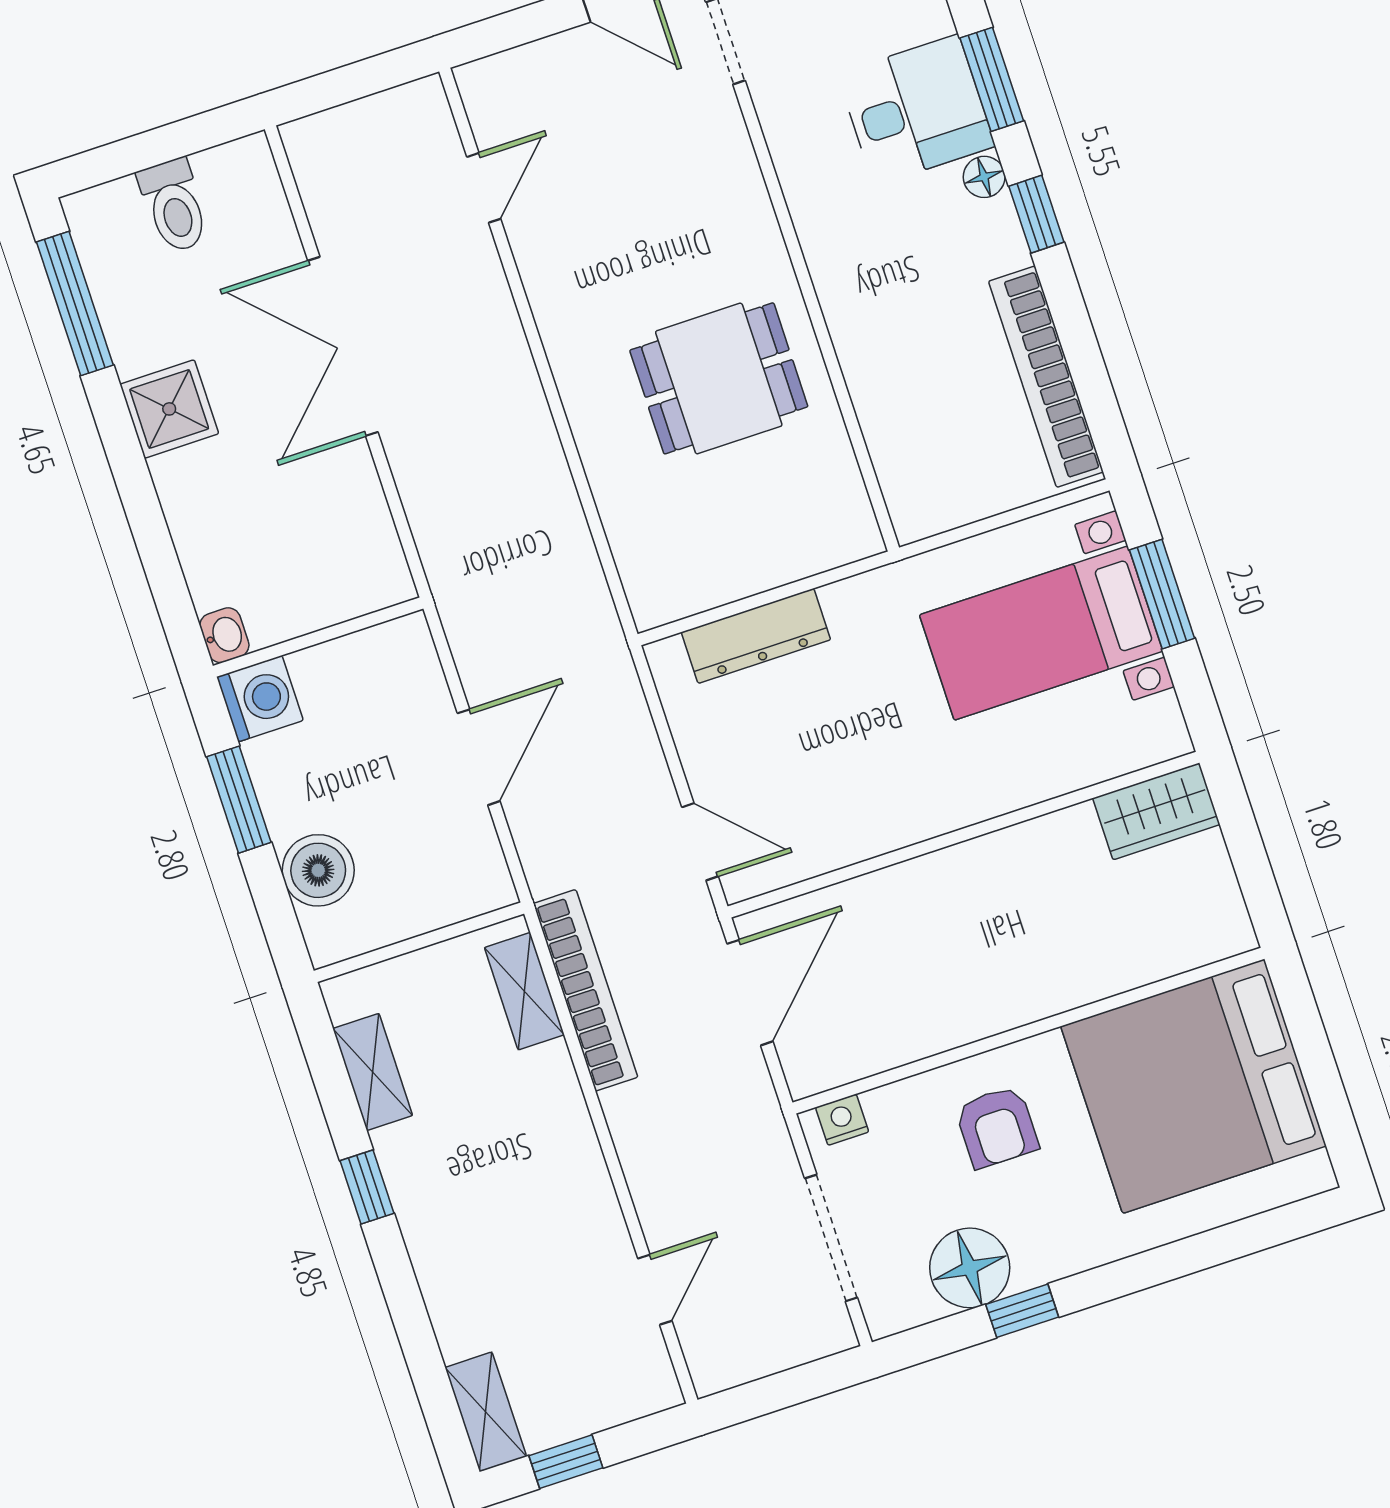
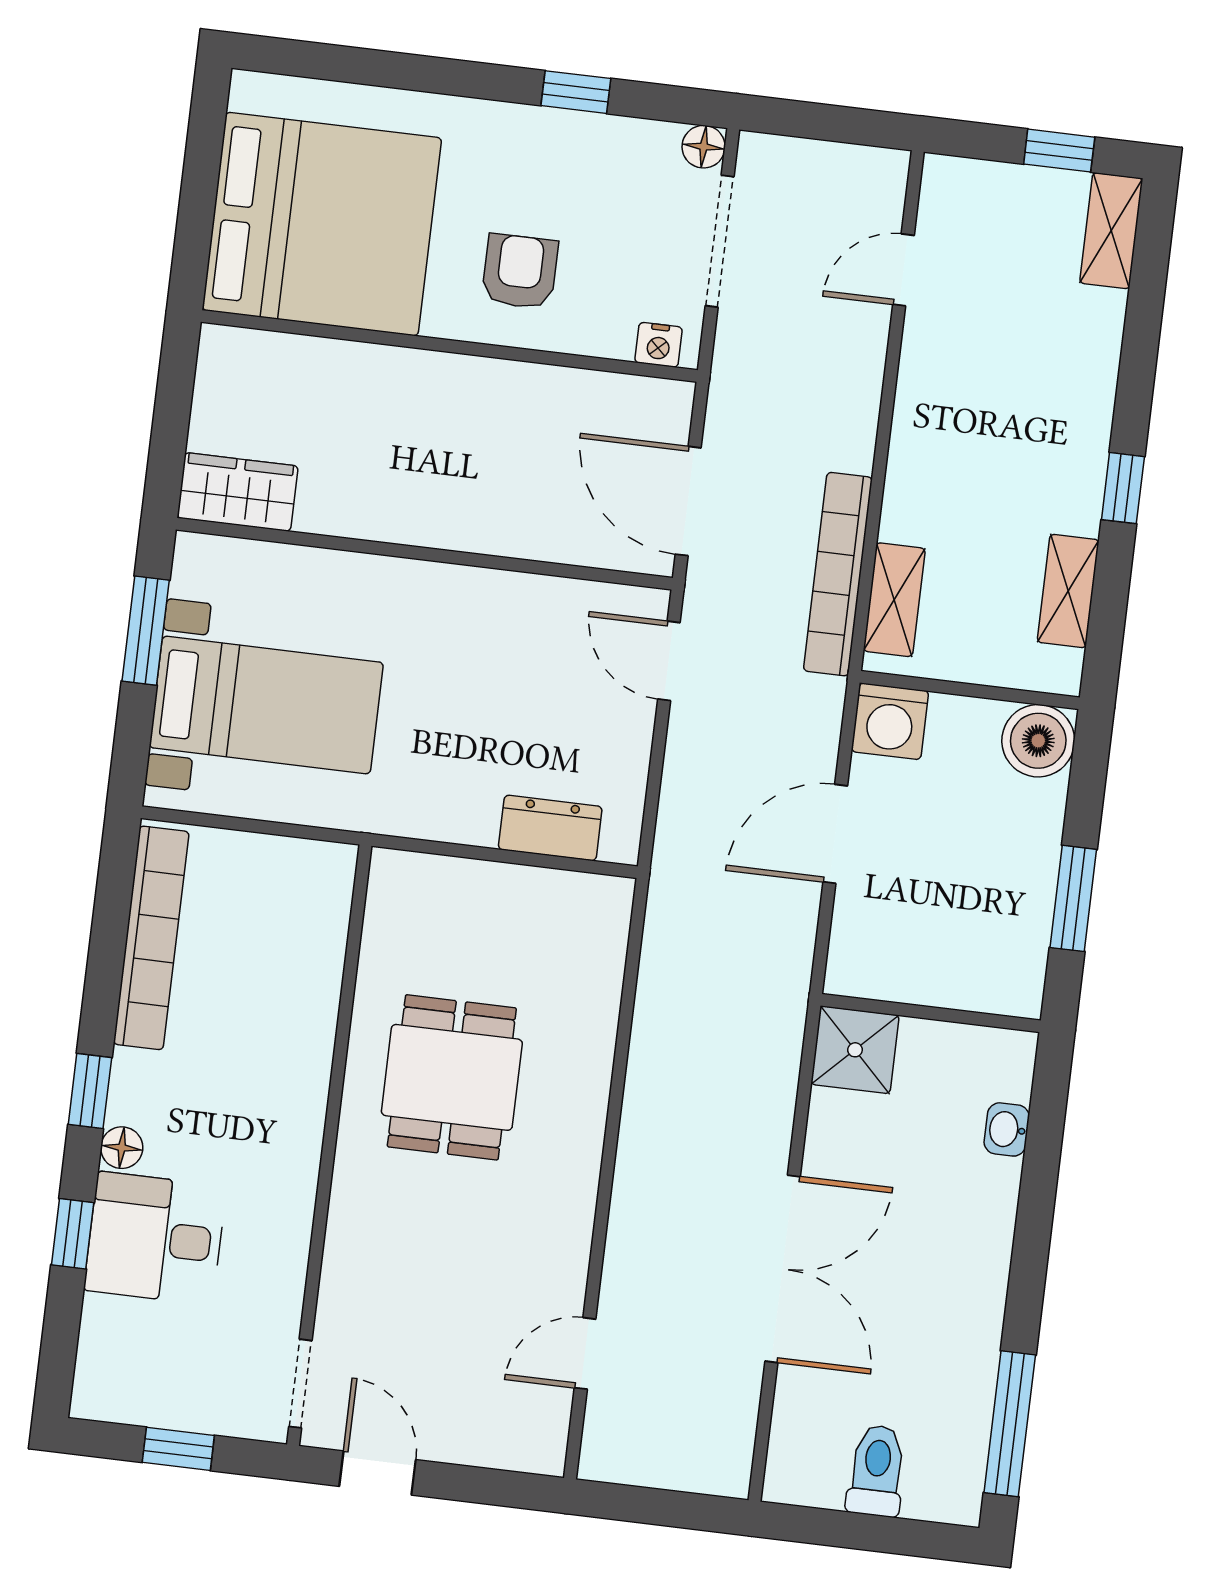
window: (992, 79) -> (73, 1234), width x0.67
dining table: (719, 378) -> (452, 1077), turned 90
shower: (169, 409) -> (855, 1050), moved
window: (1162, 594) -> (146, 631), moved
washbasin: (224, 635) -> (1007, 1129), moved
dresser: (756, 636) -> (550, 828), width x0.70
washing machine: (260, 699) -> (890, 721), moved, turned -90
boiler: (318, 870) -> (1038, 741), moved
door: (750, 993) -> (688, 501), hinge flipped
floor lamp: (970, 1268) -> (704, 147), moved, width x0.53, depth x0.53

